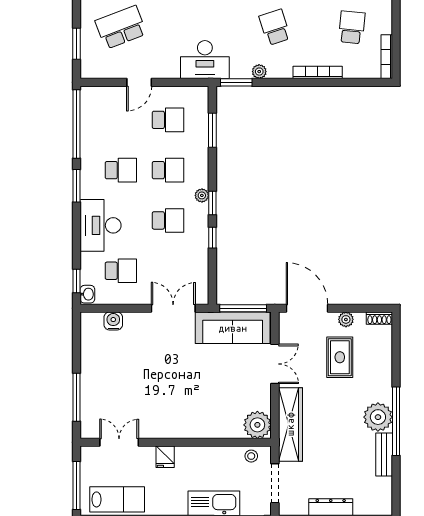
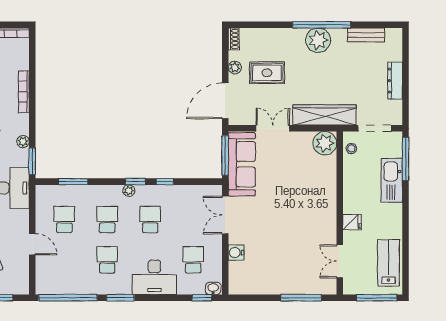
water cooler: (113, 321) -> (236, 253), moved
bench: (384, 454) -> (366, 35), moved

